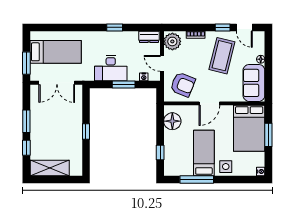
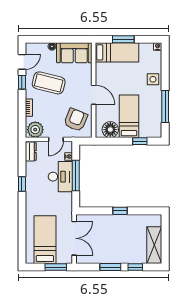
desk: (111, 68) -> (60, 177), moved
window: (124, 85) -> (76, 176), width x1.44
bed: (249, 128) -> (117, 52), width x0.67
bed: (204, 153) -> (129, 116), moved, turned 90

